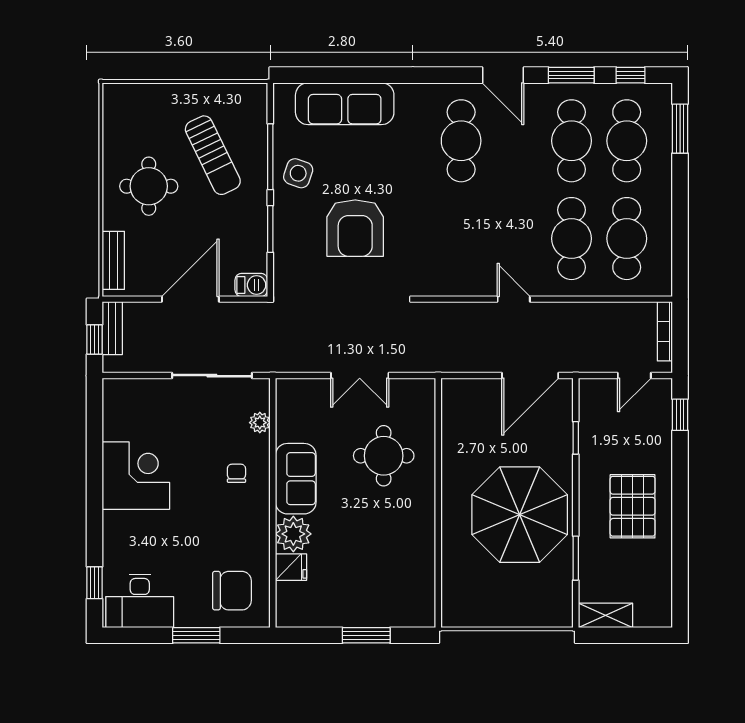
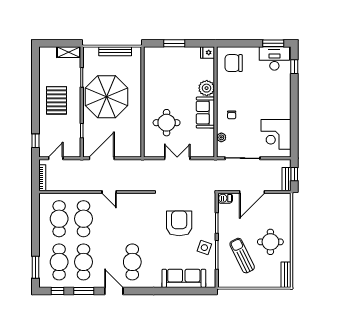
bench: (113, 260) -> (286, 275), moved
corner desk: (136, 476) -> (276, 134), moved
fridge: (291, 567) -> (208, 53), moved
bench: (500, 617) -> (115, 51), added
window: (196, 635) -> (273, 43), moved

